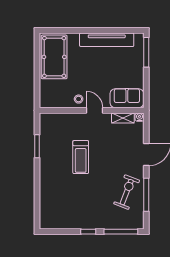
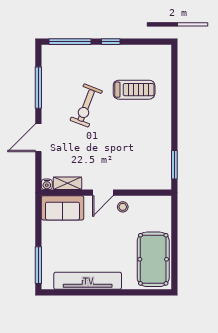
door: (95, 110) -> (103, 193), hinge flipped
window: (37, 146) -> (174, 165), moved
treadmill: (81, 157) -> (134, 90), moved, turned 90
exercise bike: (127, 192) -> (86, 106), moved

